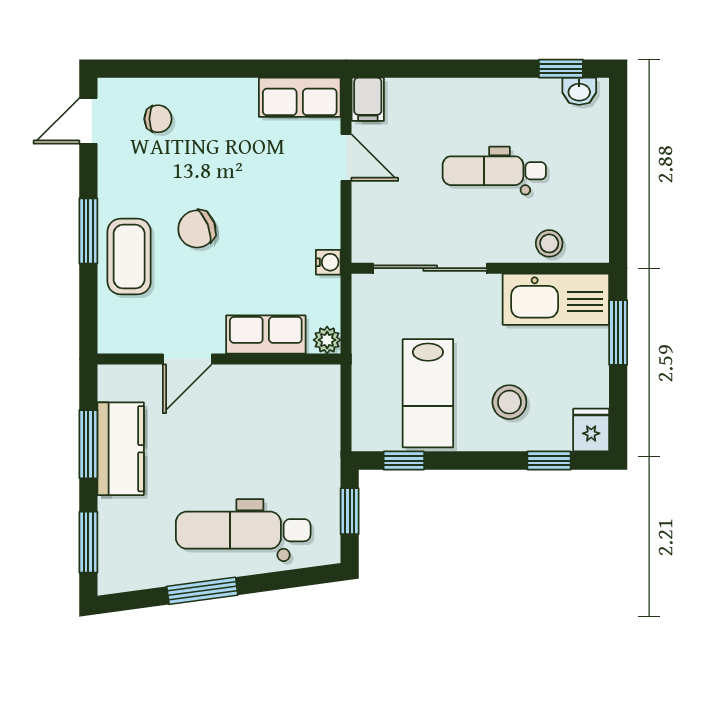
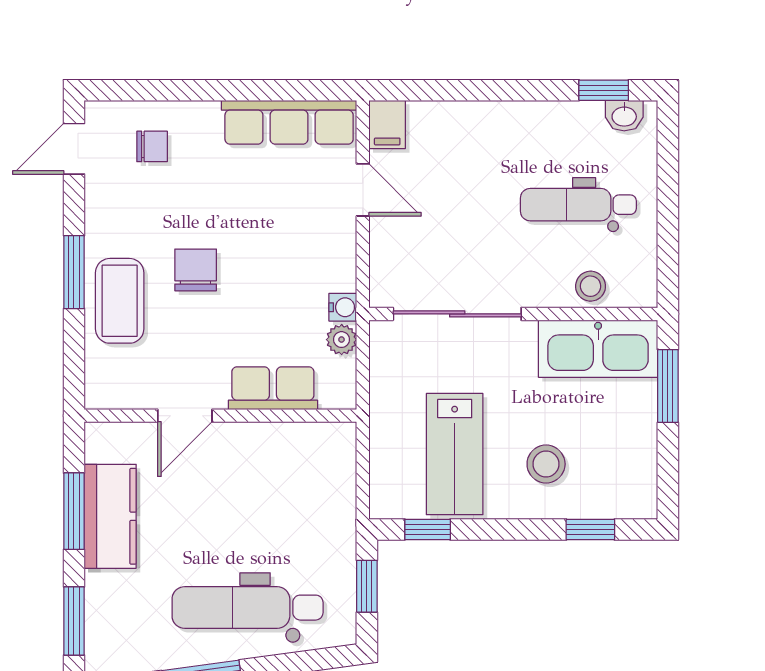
row of seats: (300, 97) -> (289, 122), width x1.48
dental chair: (494, 171) -> (578, 205), moved
chair: (197, 229) -> (196, 270), turned 111
plant: (327, 340) -> (342, 340), moved
fridge: (591, 430) -> (638, 495), removed

